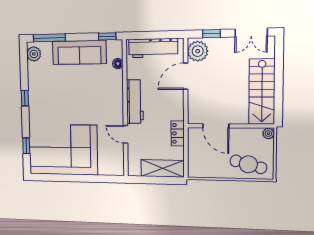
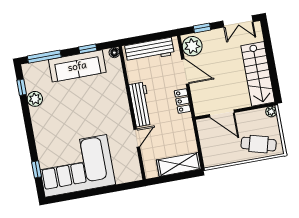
window: (107, 36) -> (88, 49), moved
plant: (34, 54) -> (35, 99), moved
floor lamp: (118, 64) -> (114, 53), moved
door: (186, 76) -> (185, 71), swing flipped
window: (25, 98) -> (22, 87), moved
locker: (178, 133) -> (182, 101), moved
door: (126, 134) -> (137, 138), swing flipped

